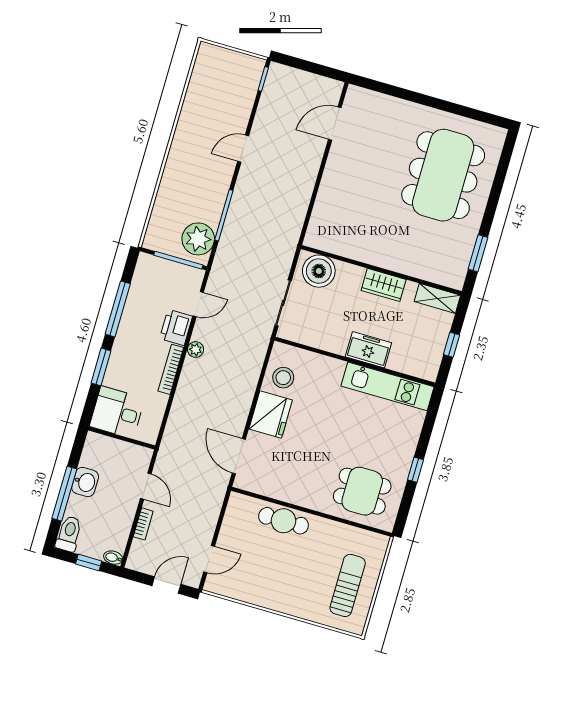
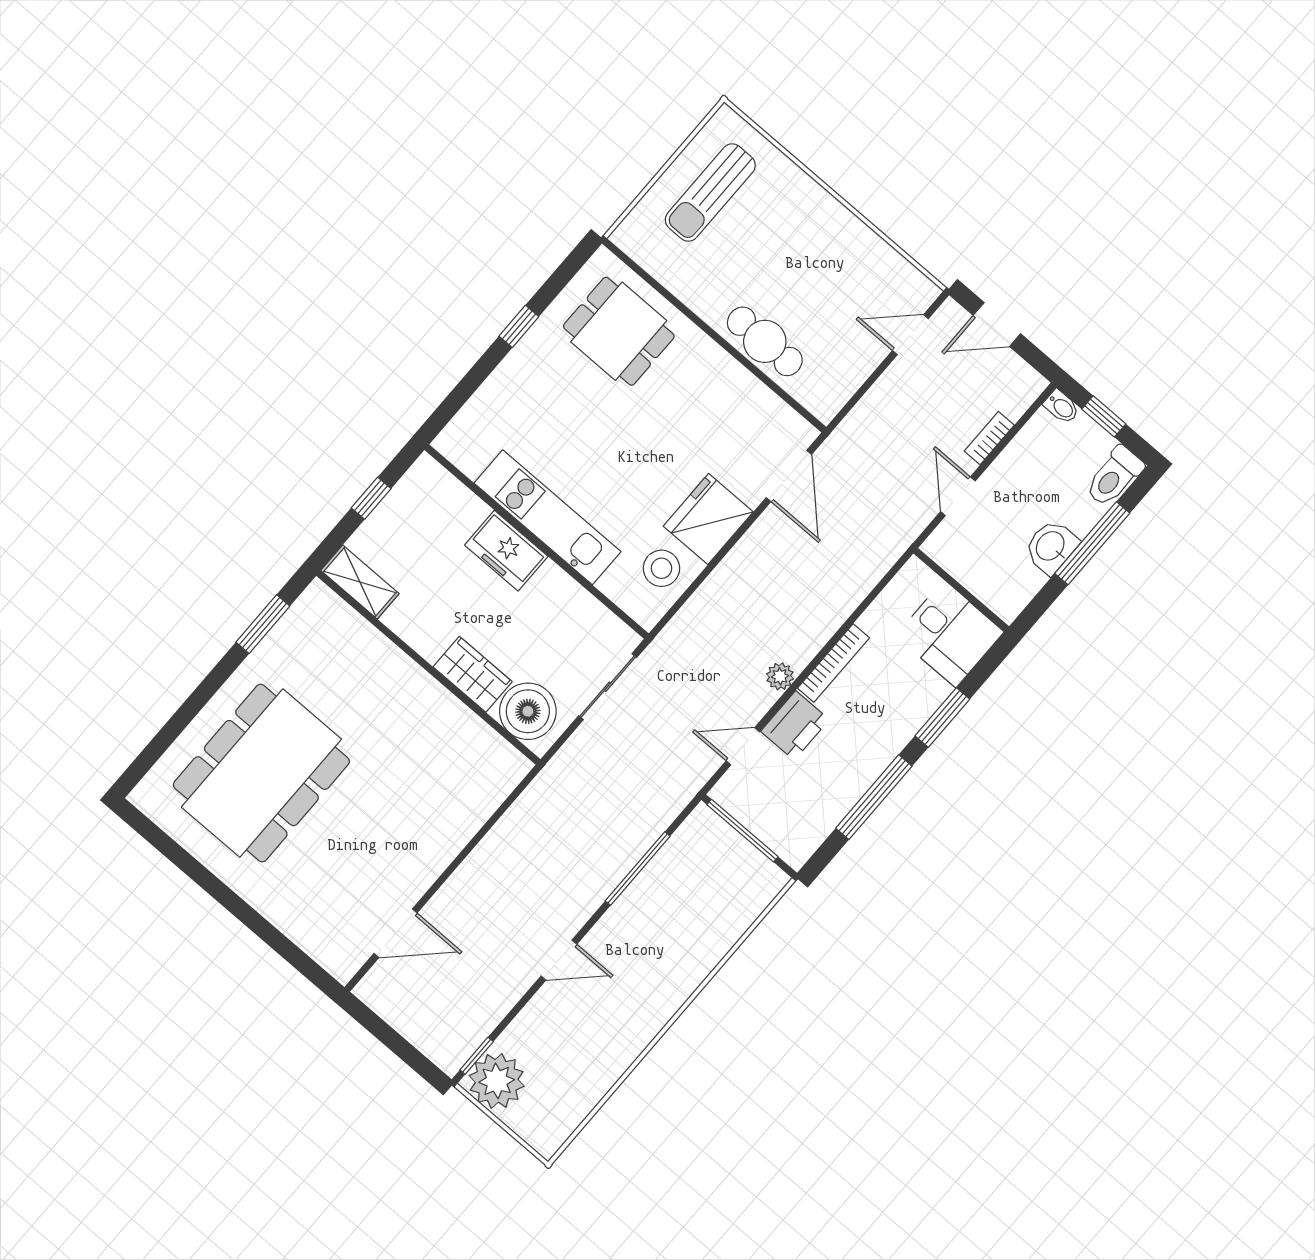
plant: (198, 239) -> (497, 1081), moved
wardrobe: (384, 285) -> (473, 674), moved
kitchen unit: (388, 386) -> (547, 517), moved

